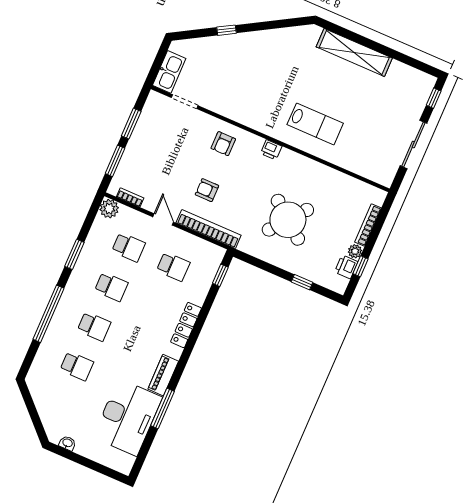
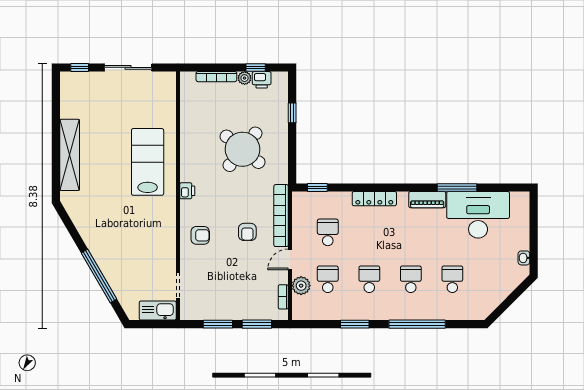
window: (226, 30) -> (99, 276), width x3.17
lab bench: (315, 124) -> (148, 162), width x1.36, depth x1.39
plant: (109, 209) -> (301, 286), moved

